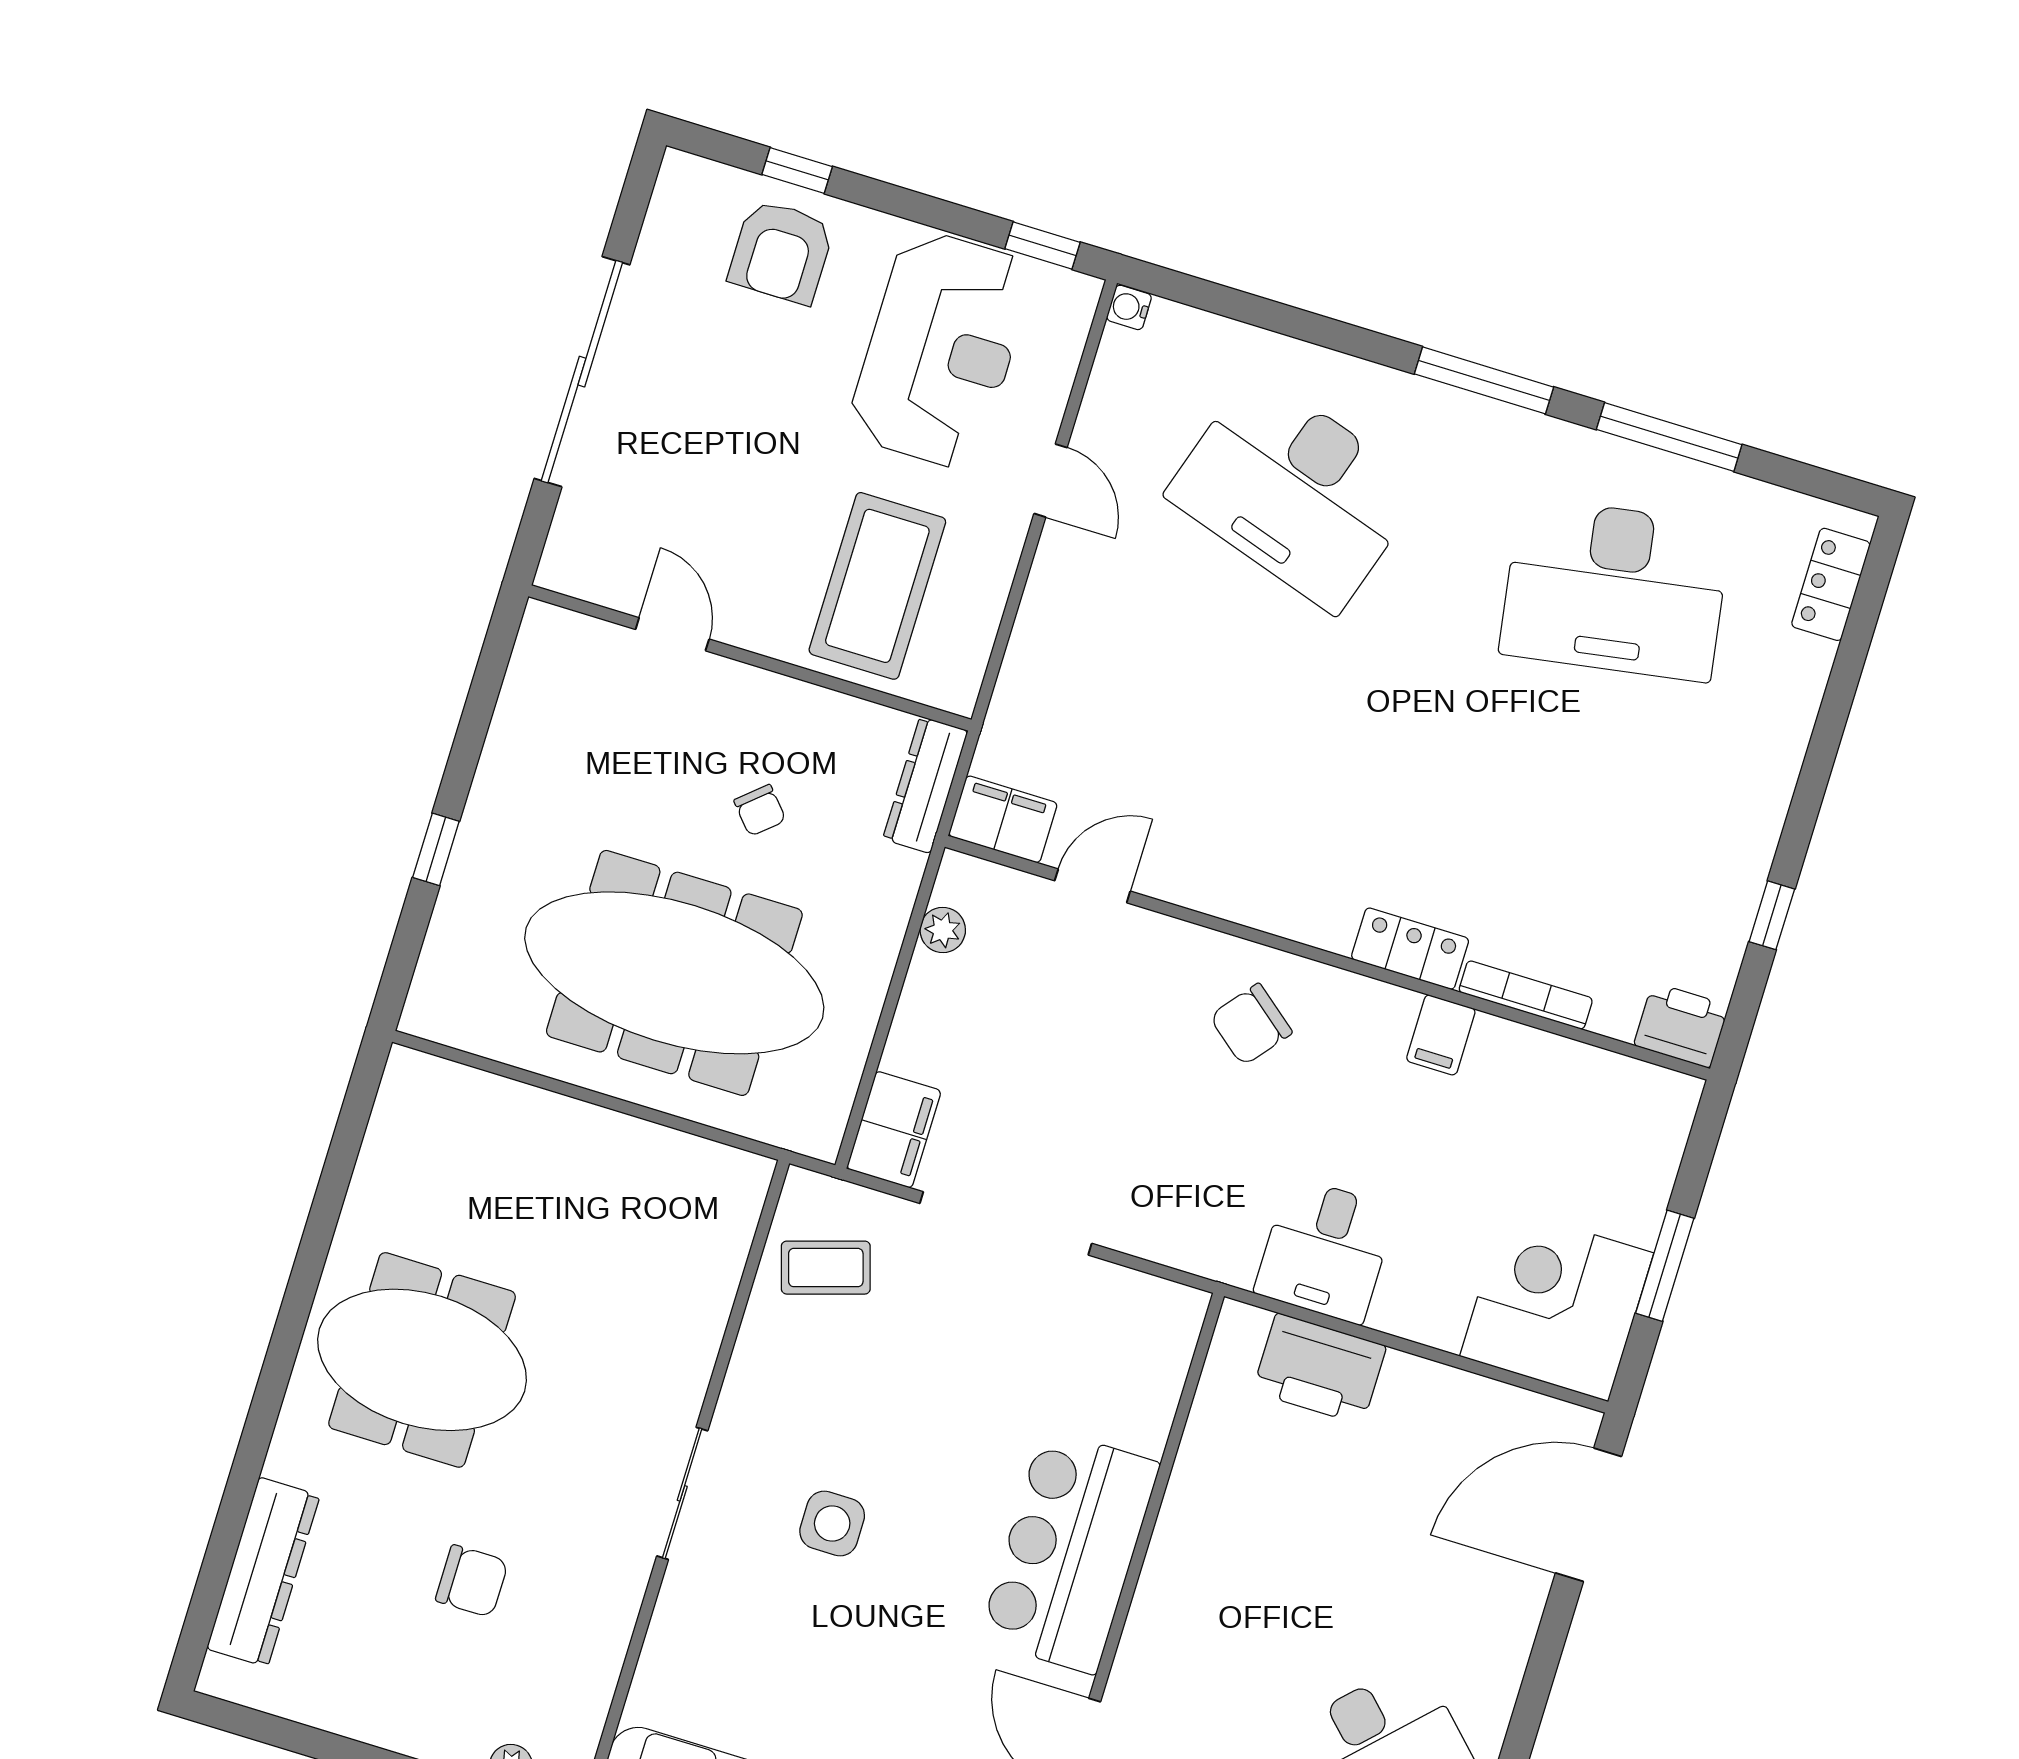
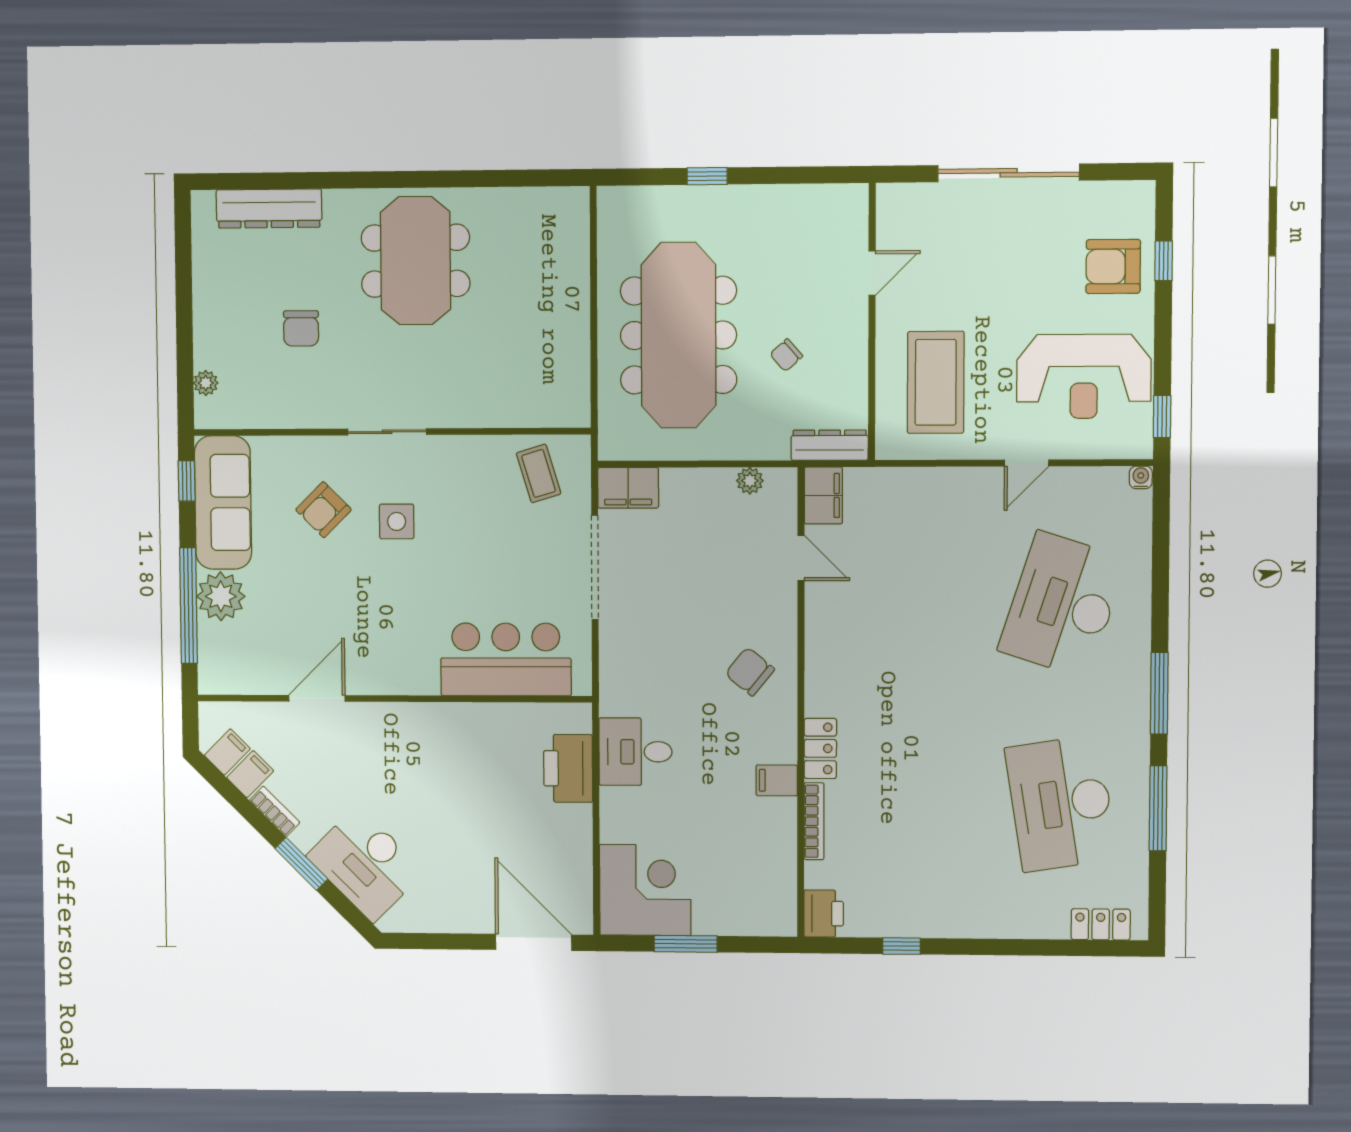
coffee table: (877, 586) -> (936, 382), turned 90
bar counter: (1069, 1551) -> (506, 659), moved
armchair: (776, 1638) -> (323, 510), added

